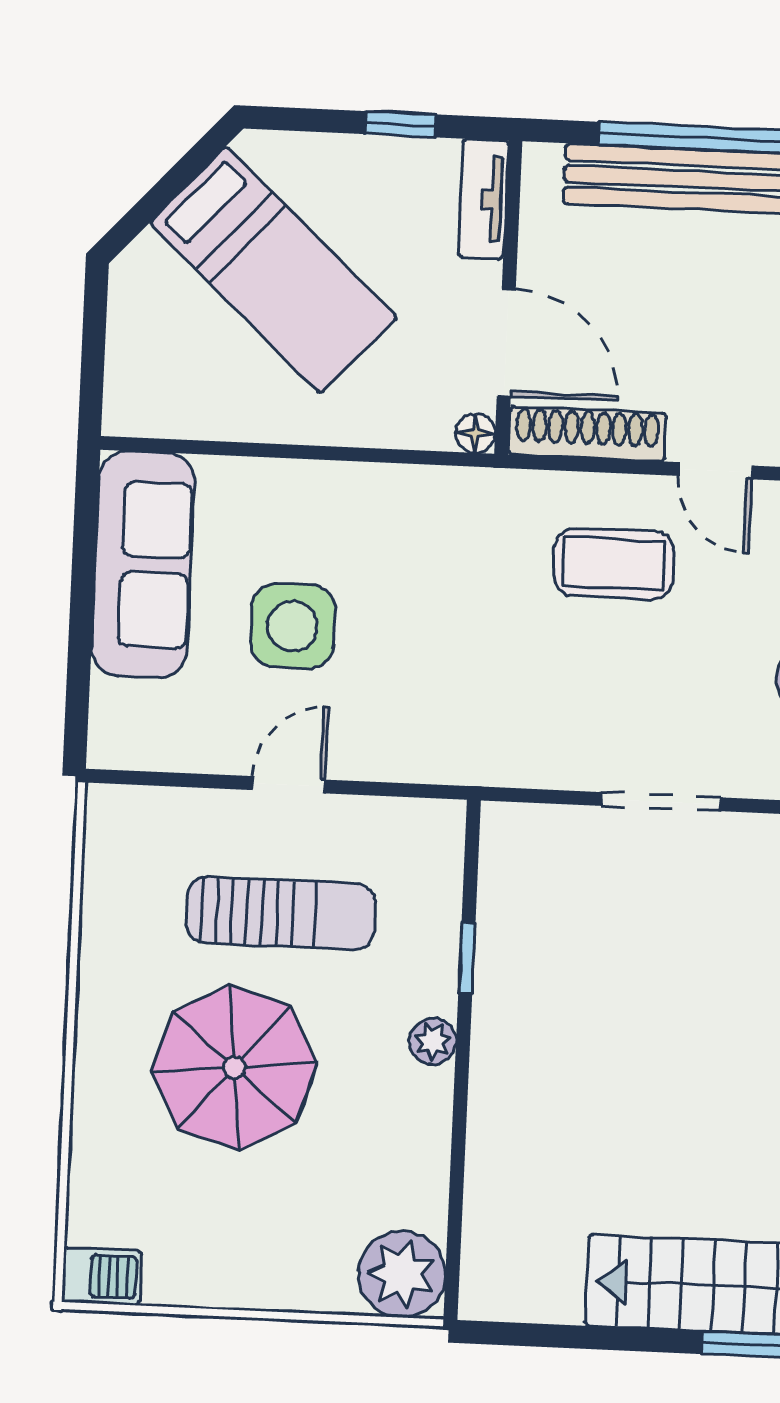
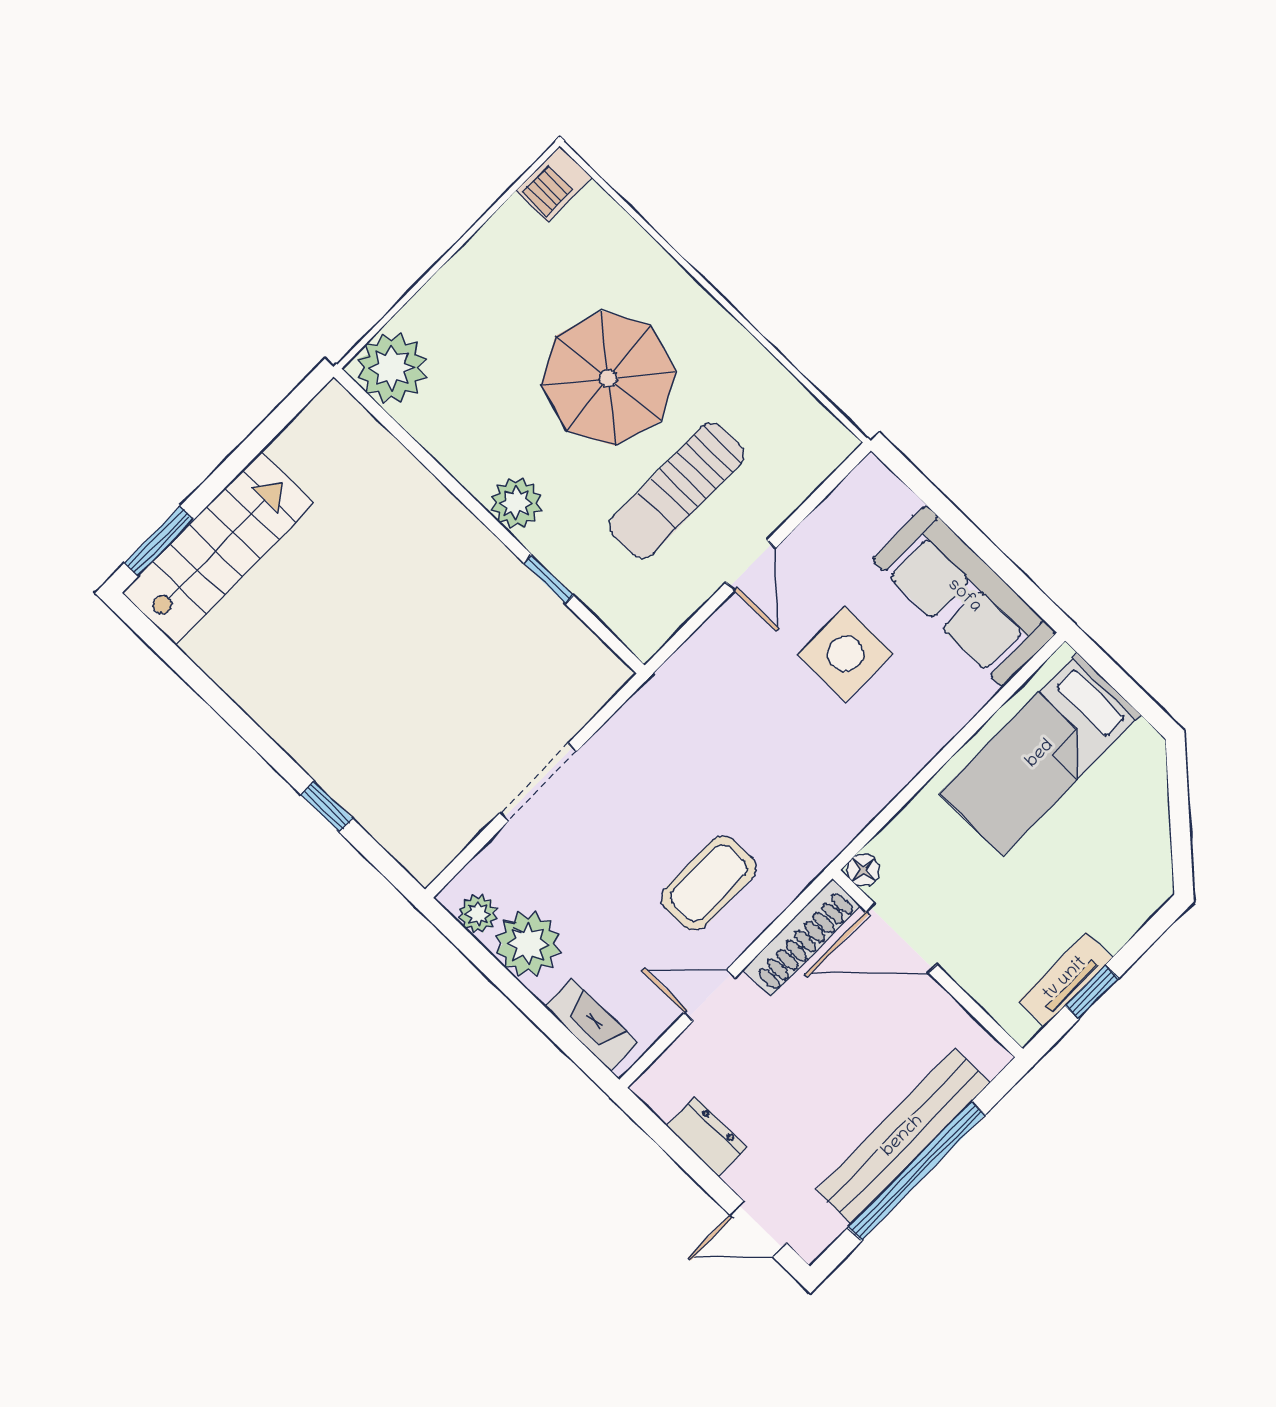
tv unit: (483, 199) -> (1065, 979), moved, turned -90
bed: (273, 270) -> (1040, 754), moved, turned -42
plant: (433, 1041) -> (516, 503), width x1.38, depth x1.38

